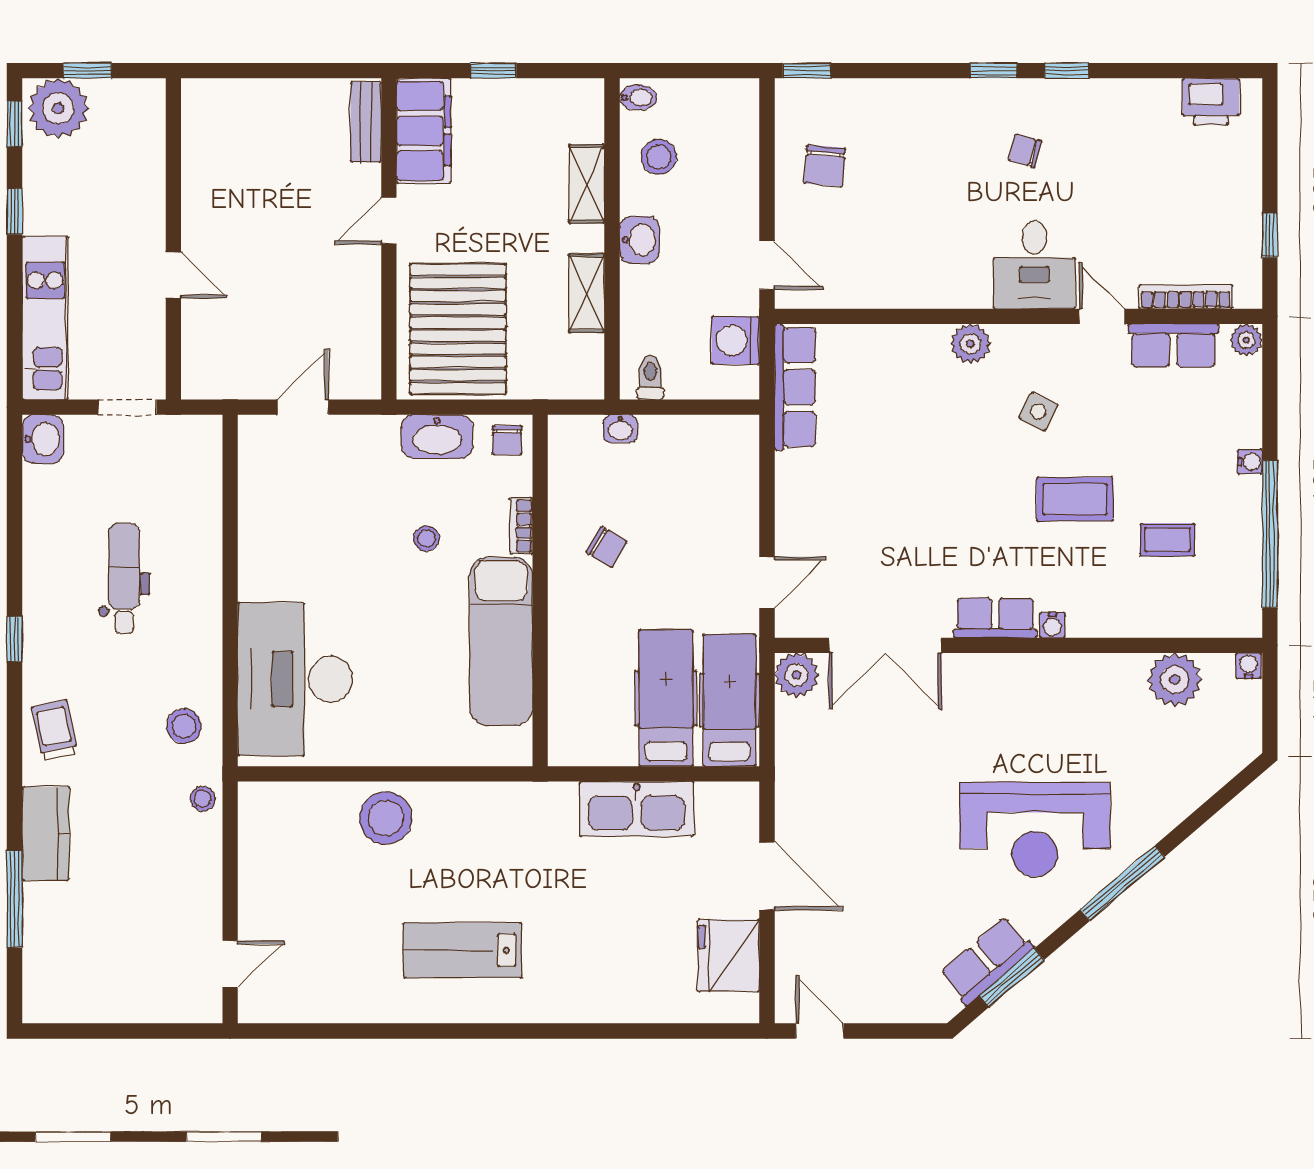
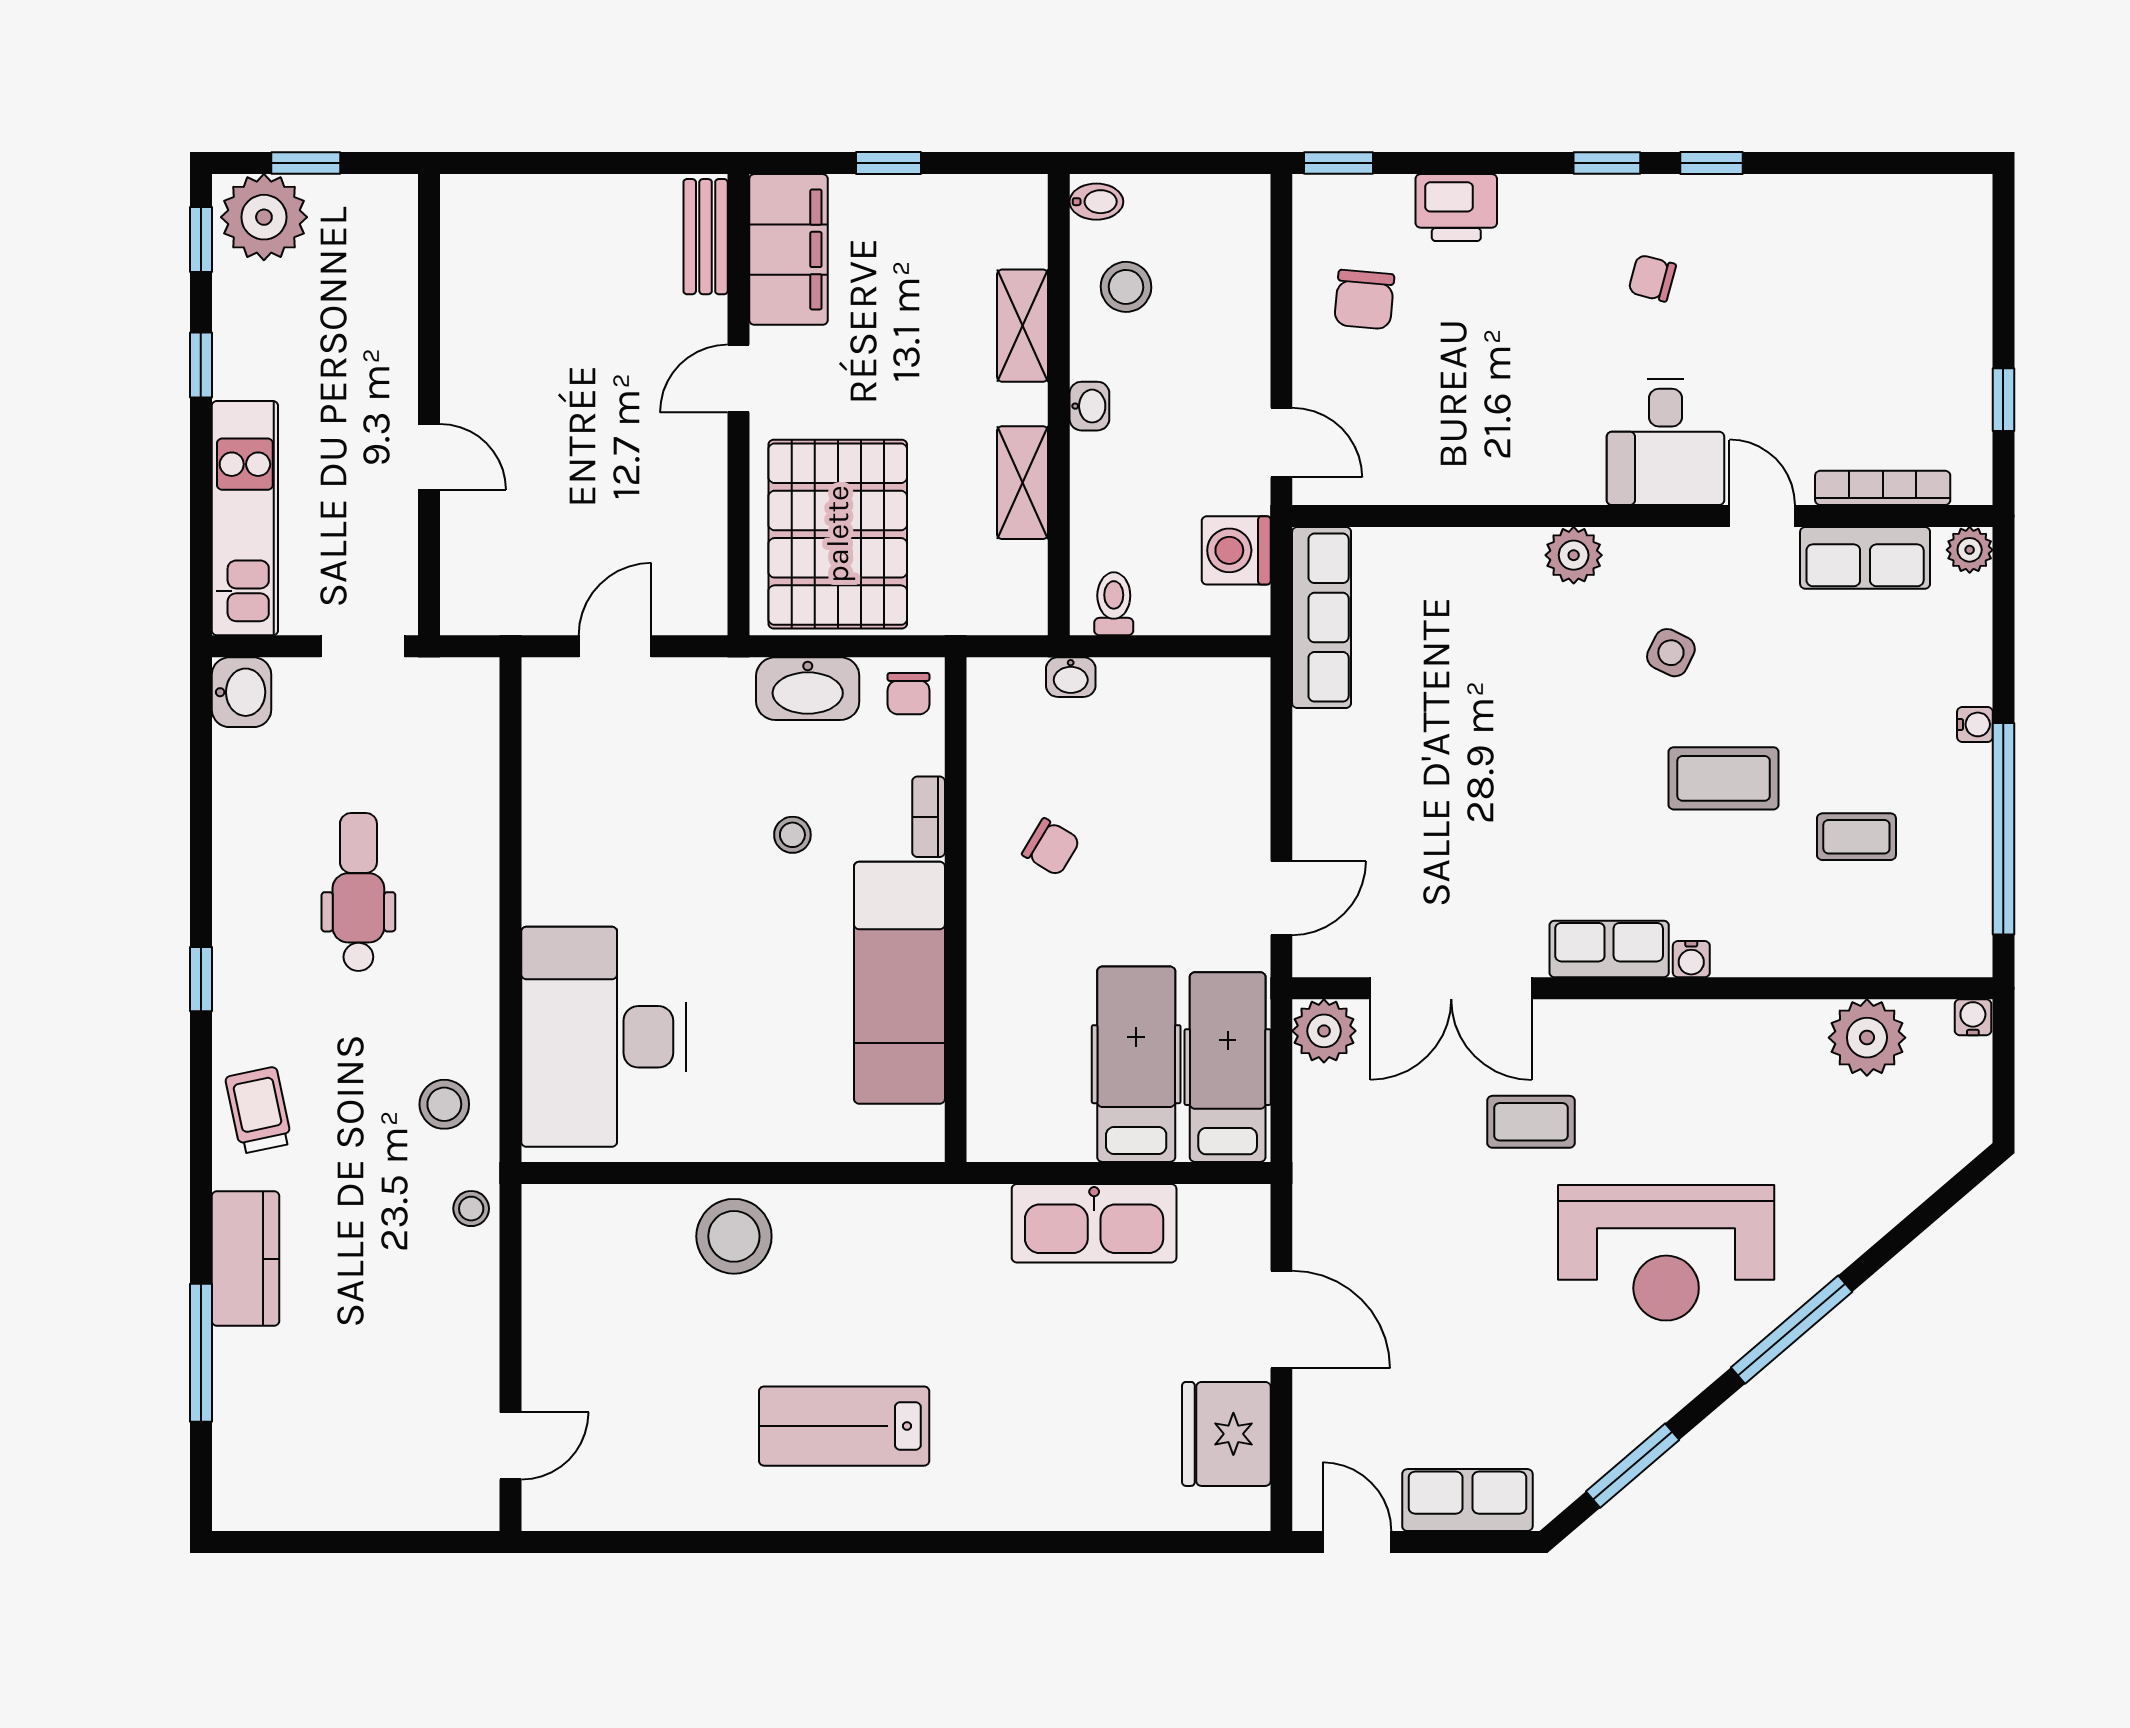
printer: (1211, 102) -> (1456, 208), moved
washbasin: (639, 240) -> (1089, 406), width x0.72, depth x0.69
coffee table: (941, 738) -> (1531, 1122), added
row of seats: (987, 961) -> (1467, 1500), moved, turned 41

